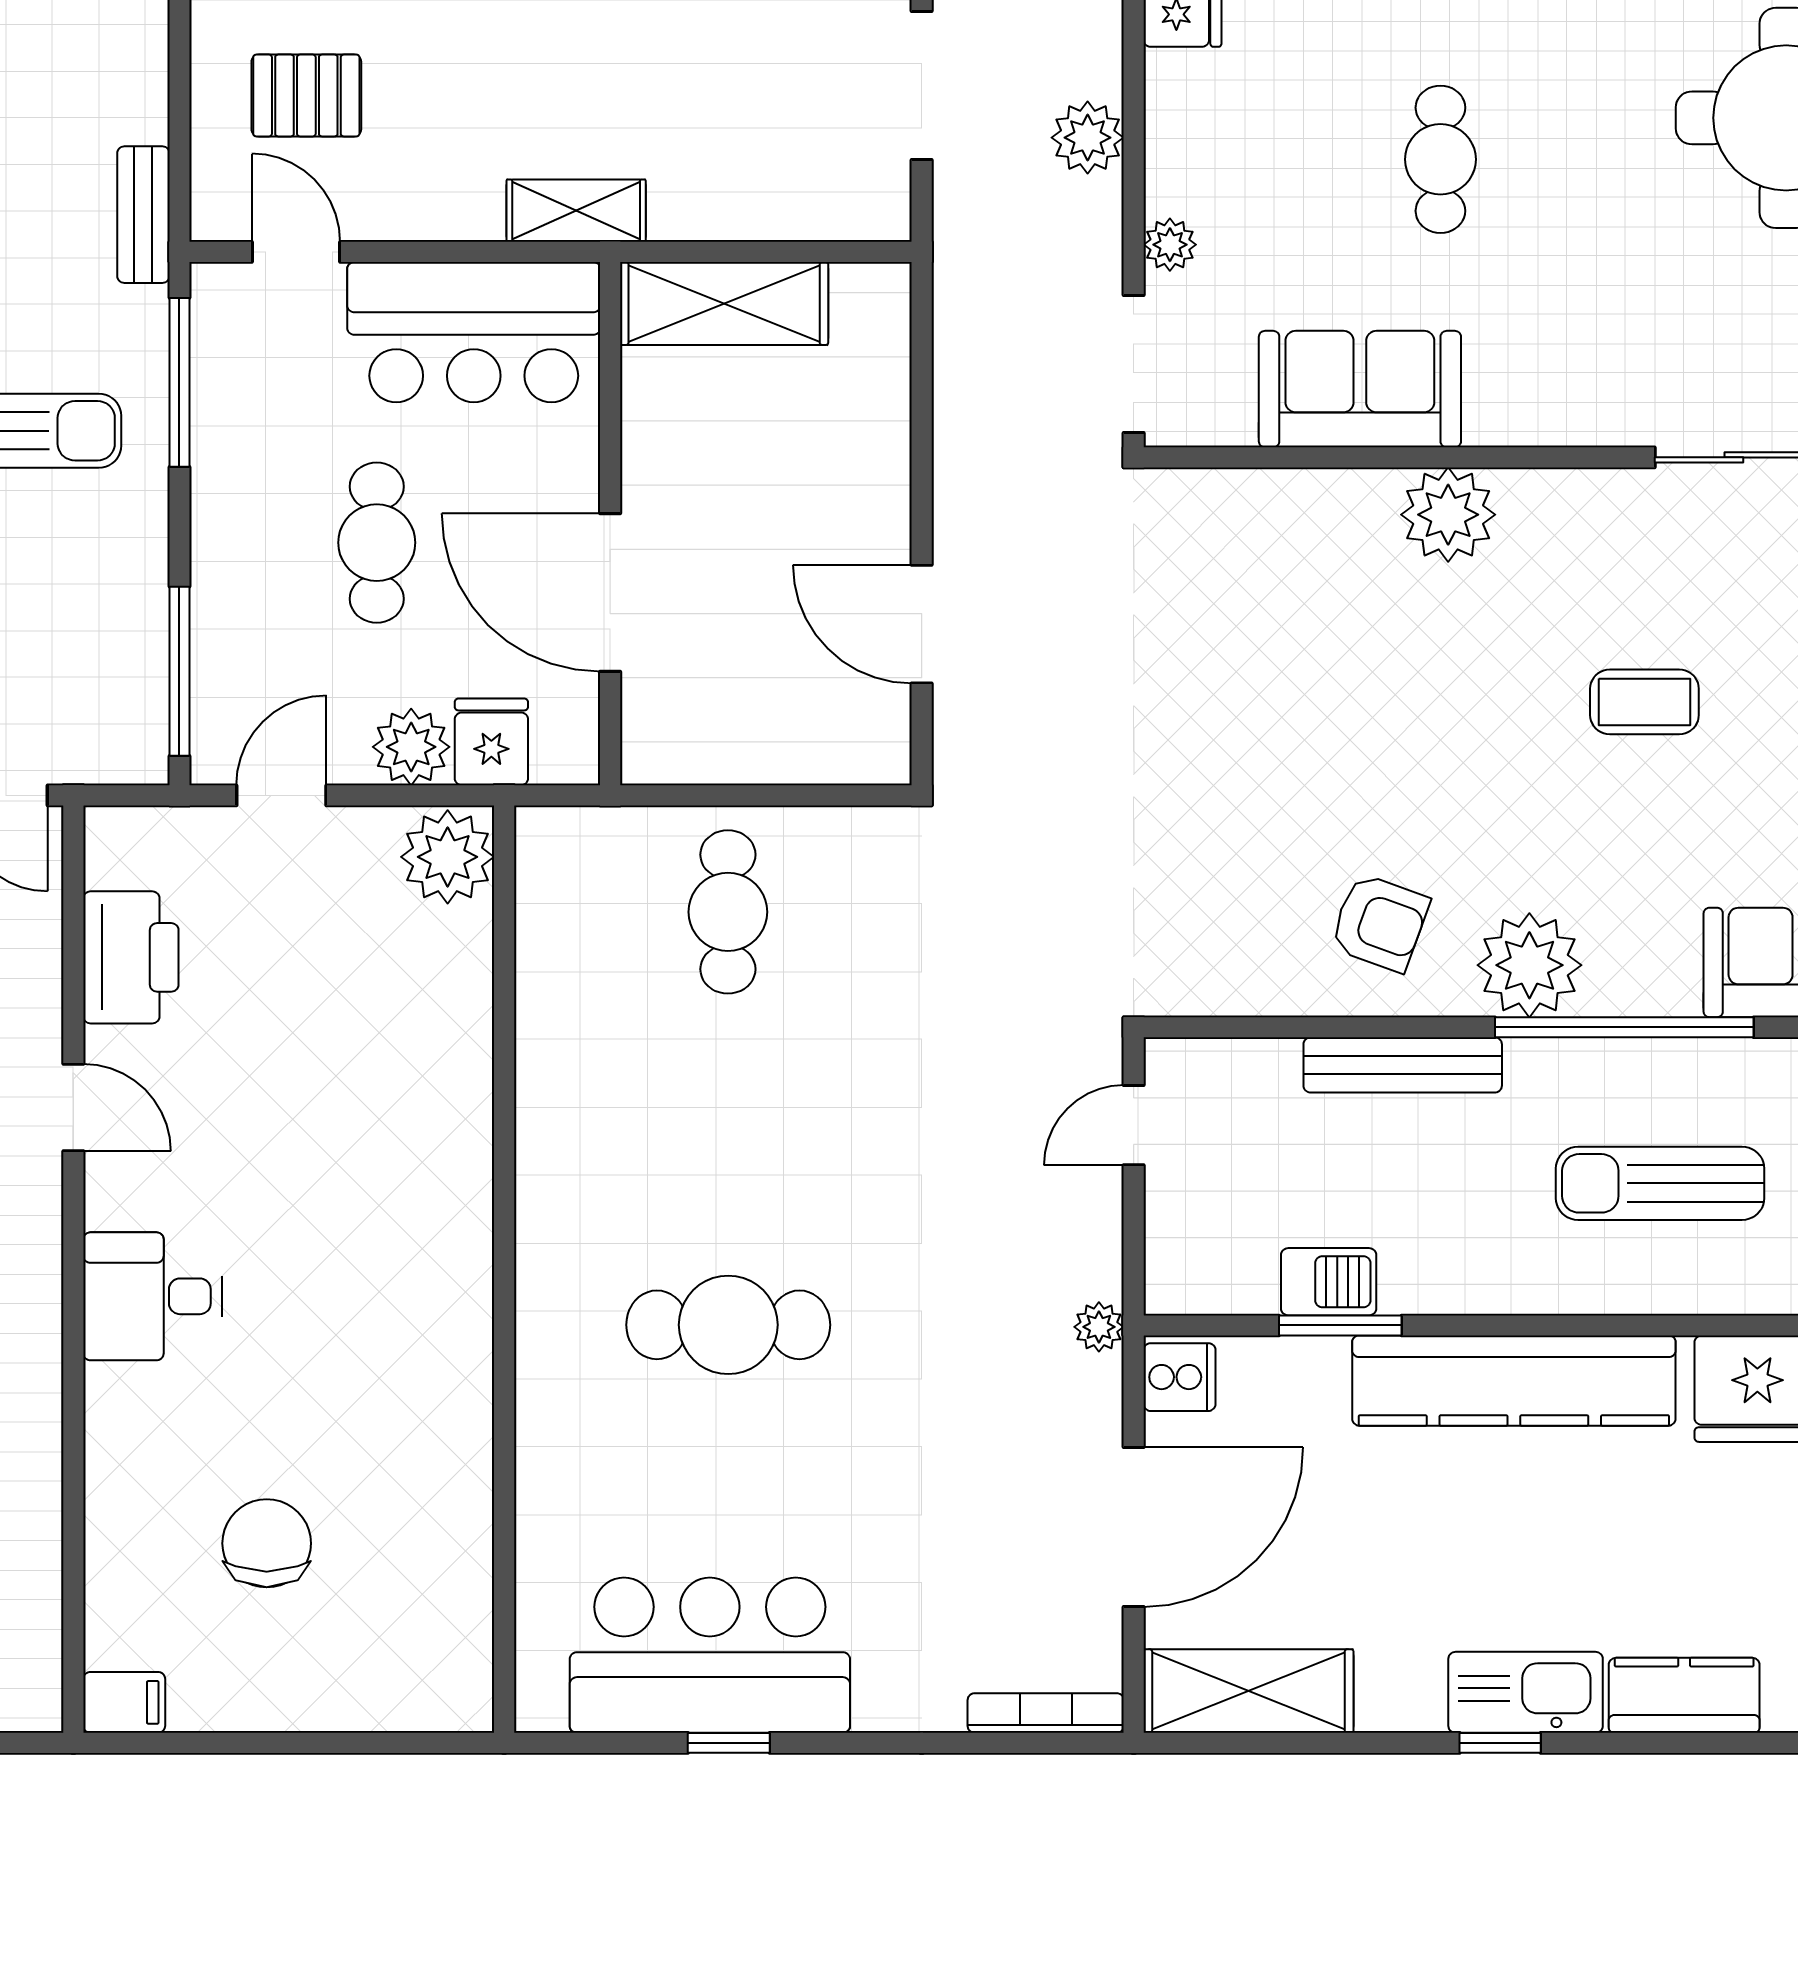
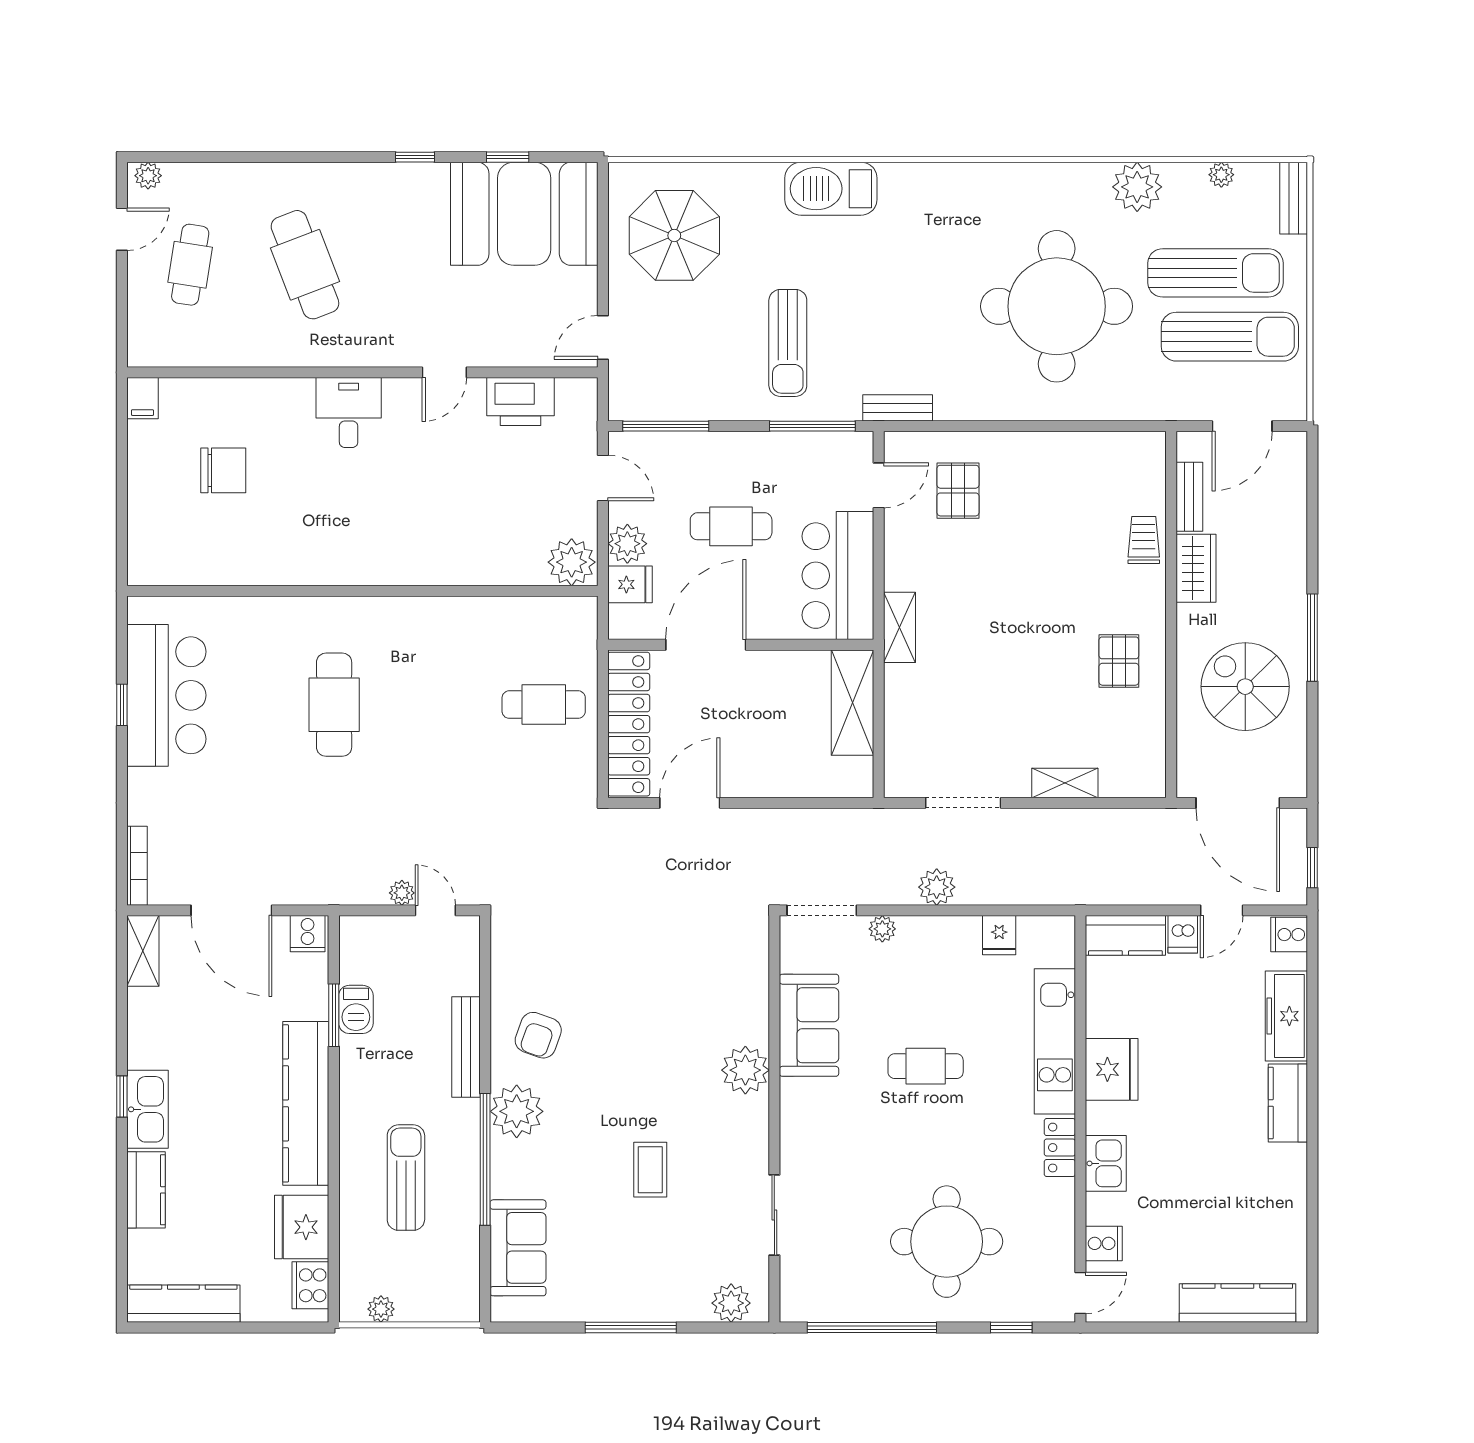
locker: (767, 744) -> (629, 724), added
plant: (1099, 1327) -> (402, 893), moved
shelving: (1248, 1691) -> (143, 951), width x0.67, depth x0.75

